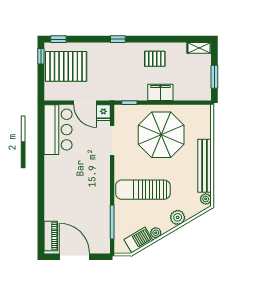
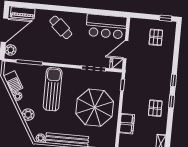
window: (58, 39) -> (172, 102), moved
pallet: (66, 66) -> (156, 37), width x0.49, depth x0.50
filing cabinet: (160, 92) -> (127, 124), moved
cafe table: (65, 187) -> (61, 27), added
plant: (99, 247) -> (11, 50), added

